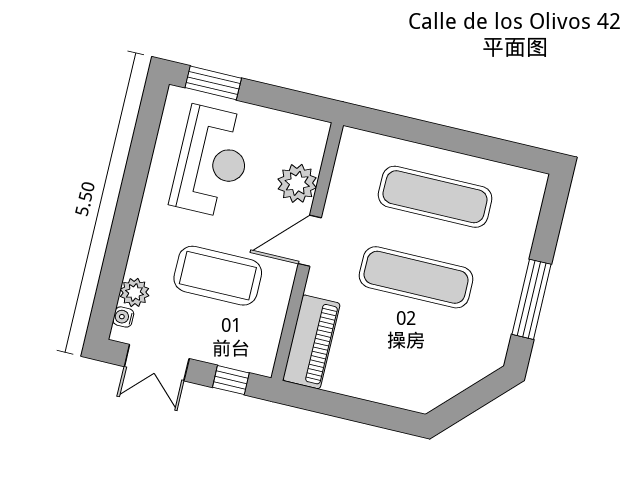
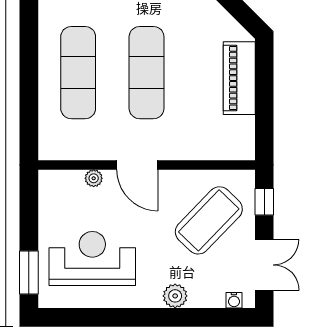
plant: (297, 183) -> (94, 178), width x0.53, depth x0.53
coffee table: (218, 276) -> (209, 220), moved, turned 44
plant: (134, 292) -> (175, 296), moved
piano: (311, 342) -> (239, 78), moved, turned -90

